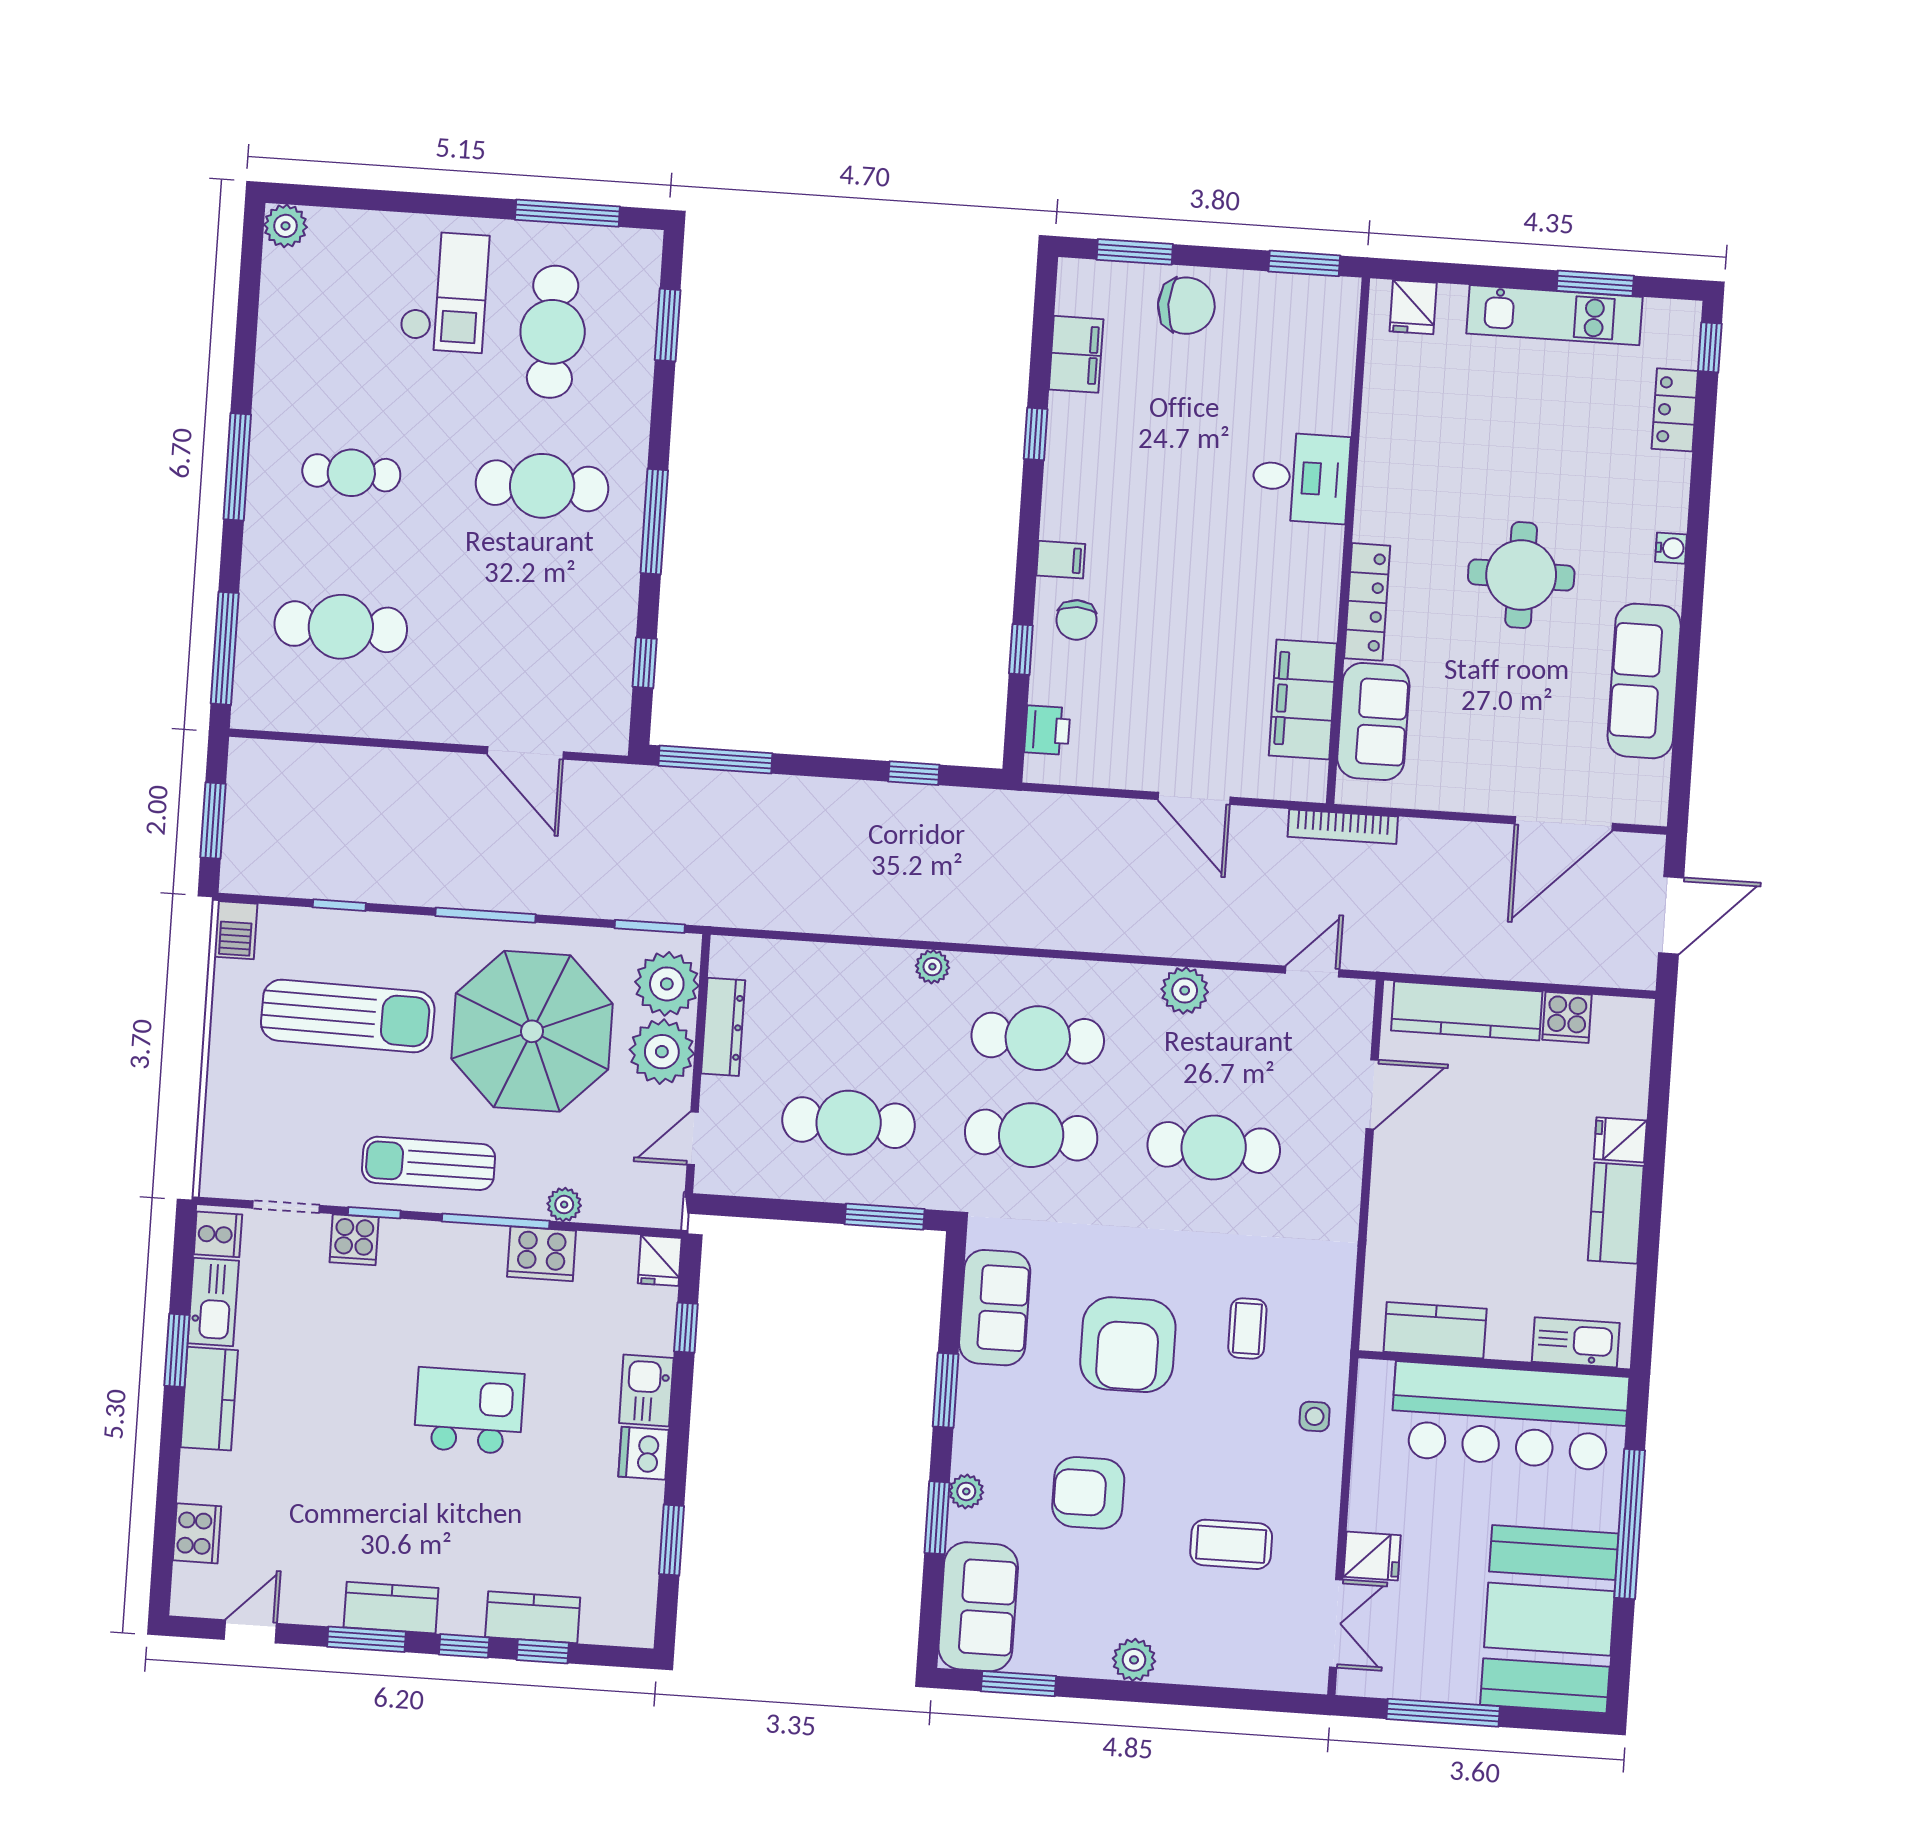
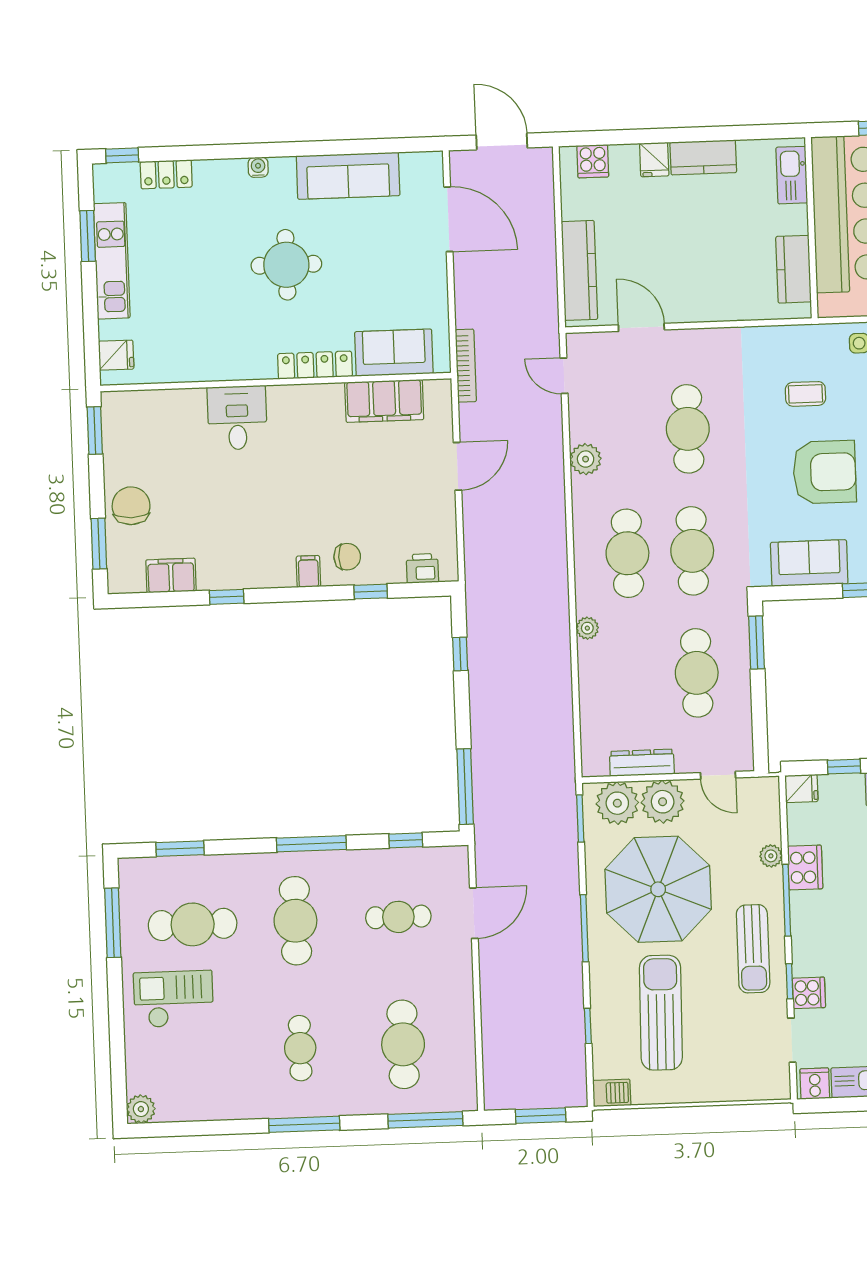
cafe table: (532, 640) -> (398, 917), added
cooker: (1567, 1017) -> (593, 161), moved, turned 90

